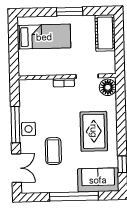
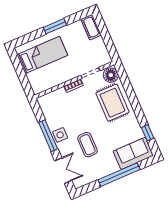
cot: (105, 33) -> (91, 27), width x0.73, depth x0.75
rug: (94, 131) -> (112, 103), moved

